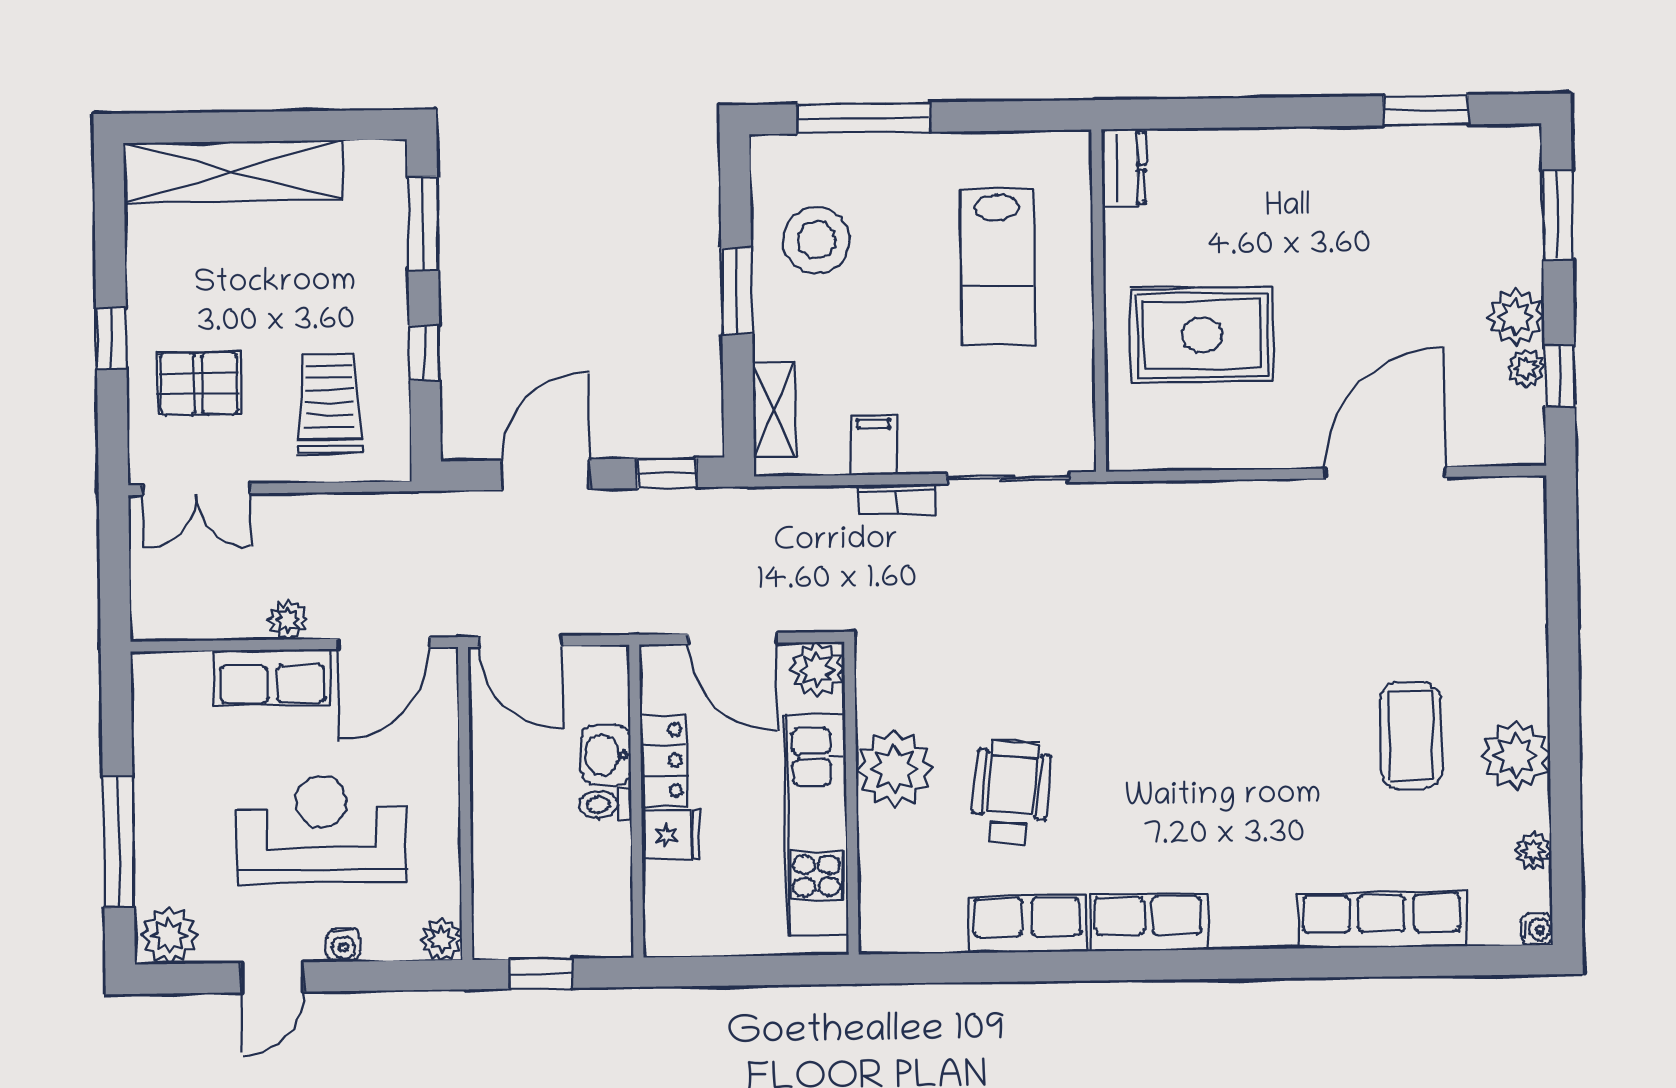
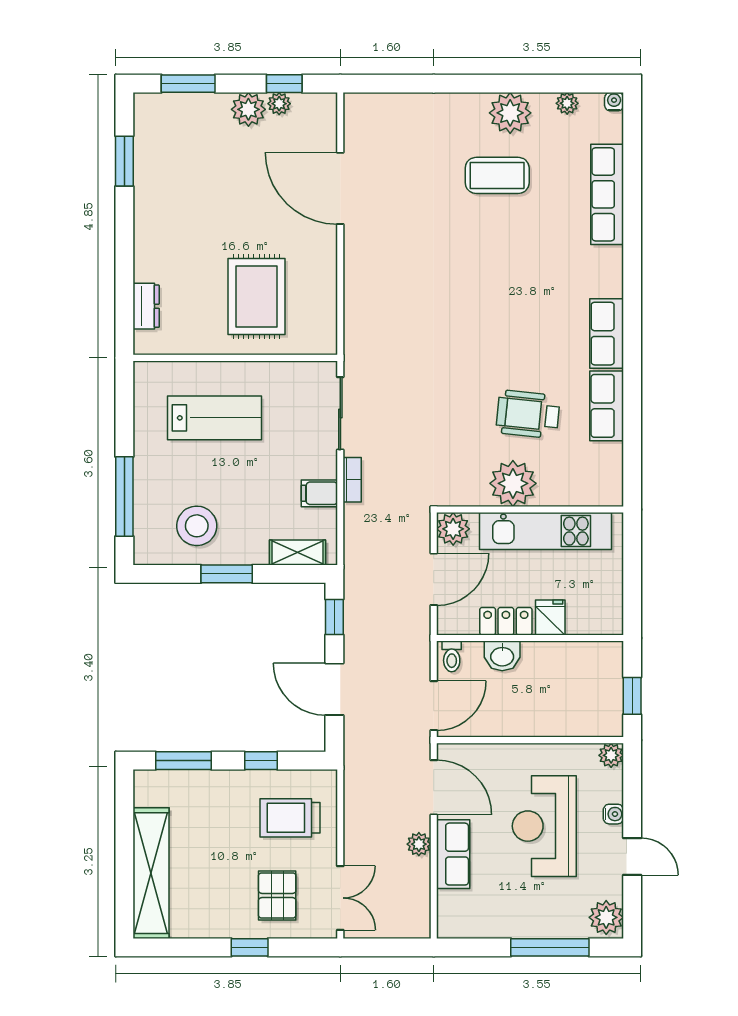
dresser: (1124, 168) -> (146, 306), moved, turned 90
toilet: (605, 804) -> (452, 656), moved

